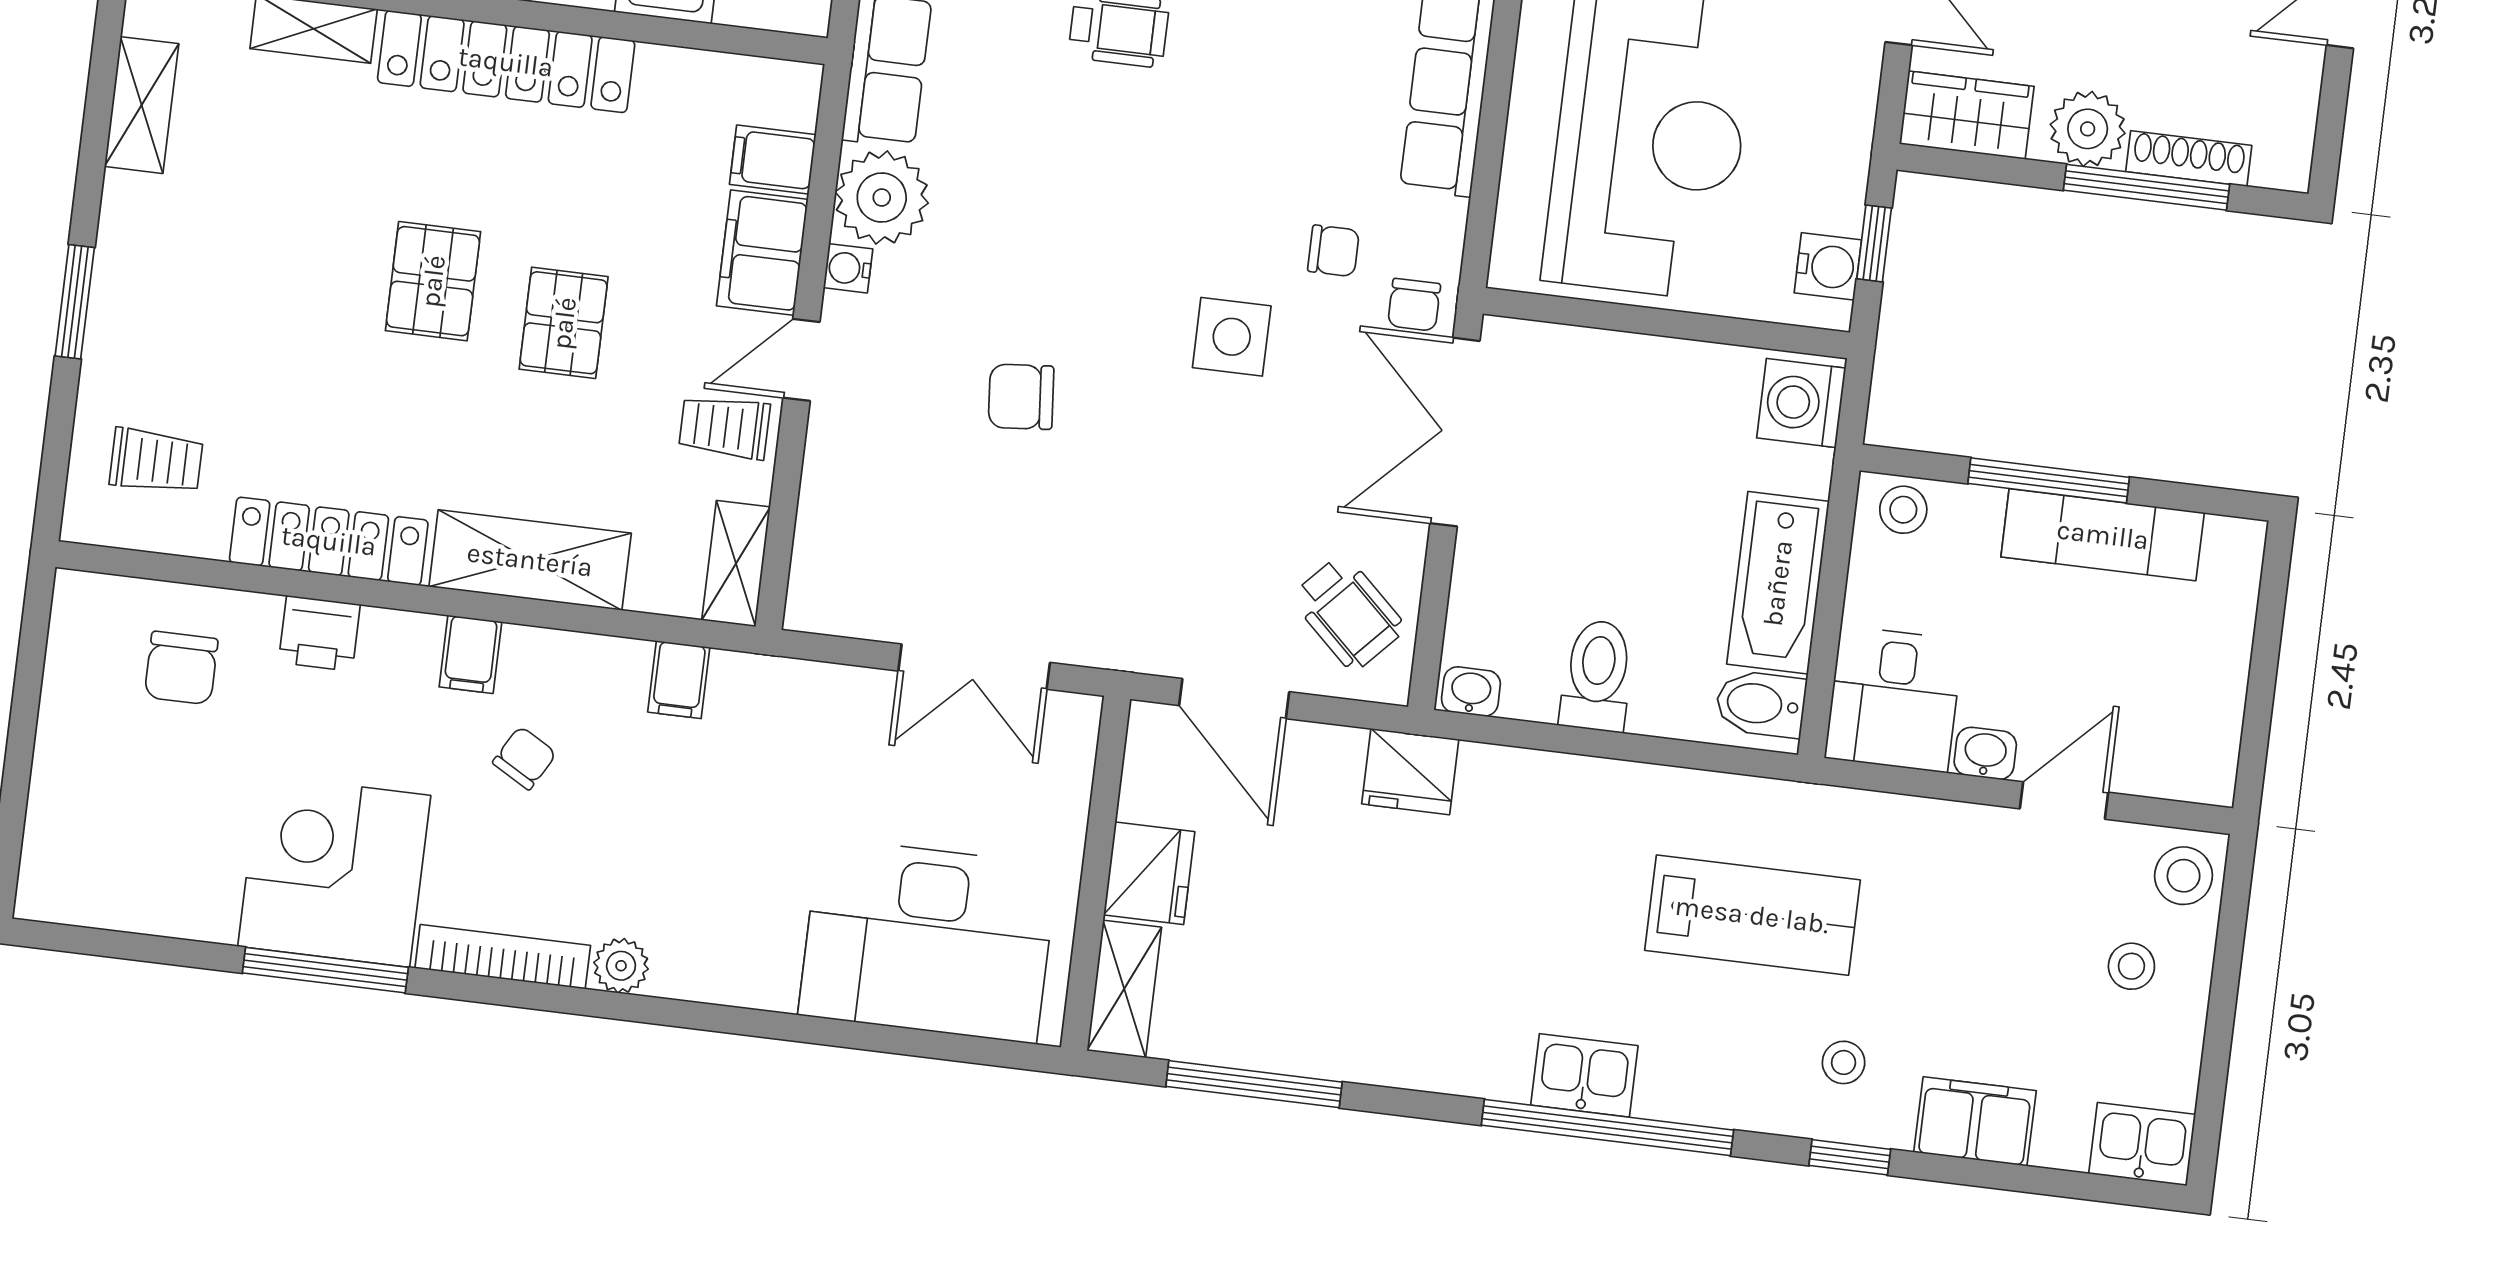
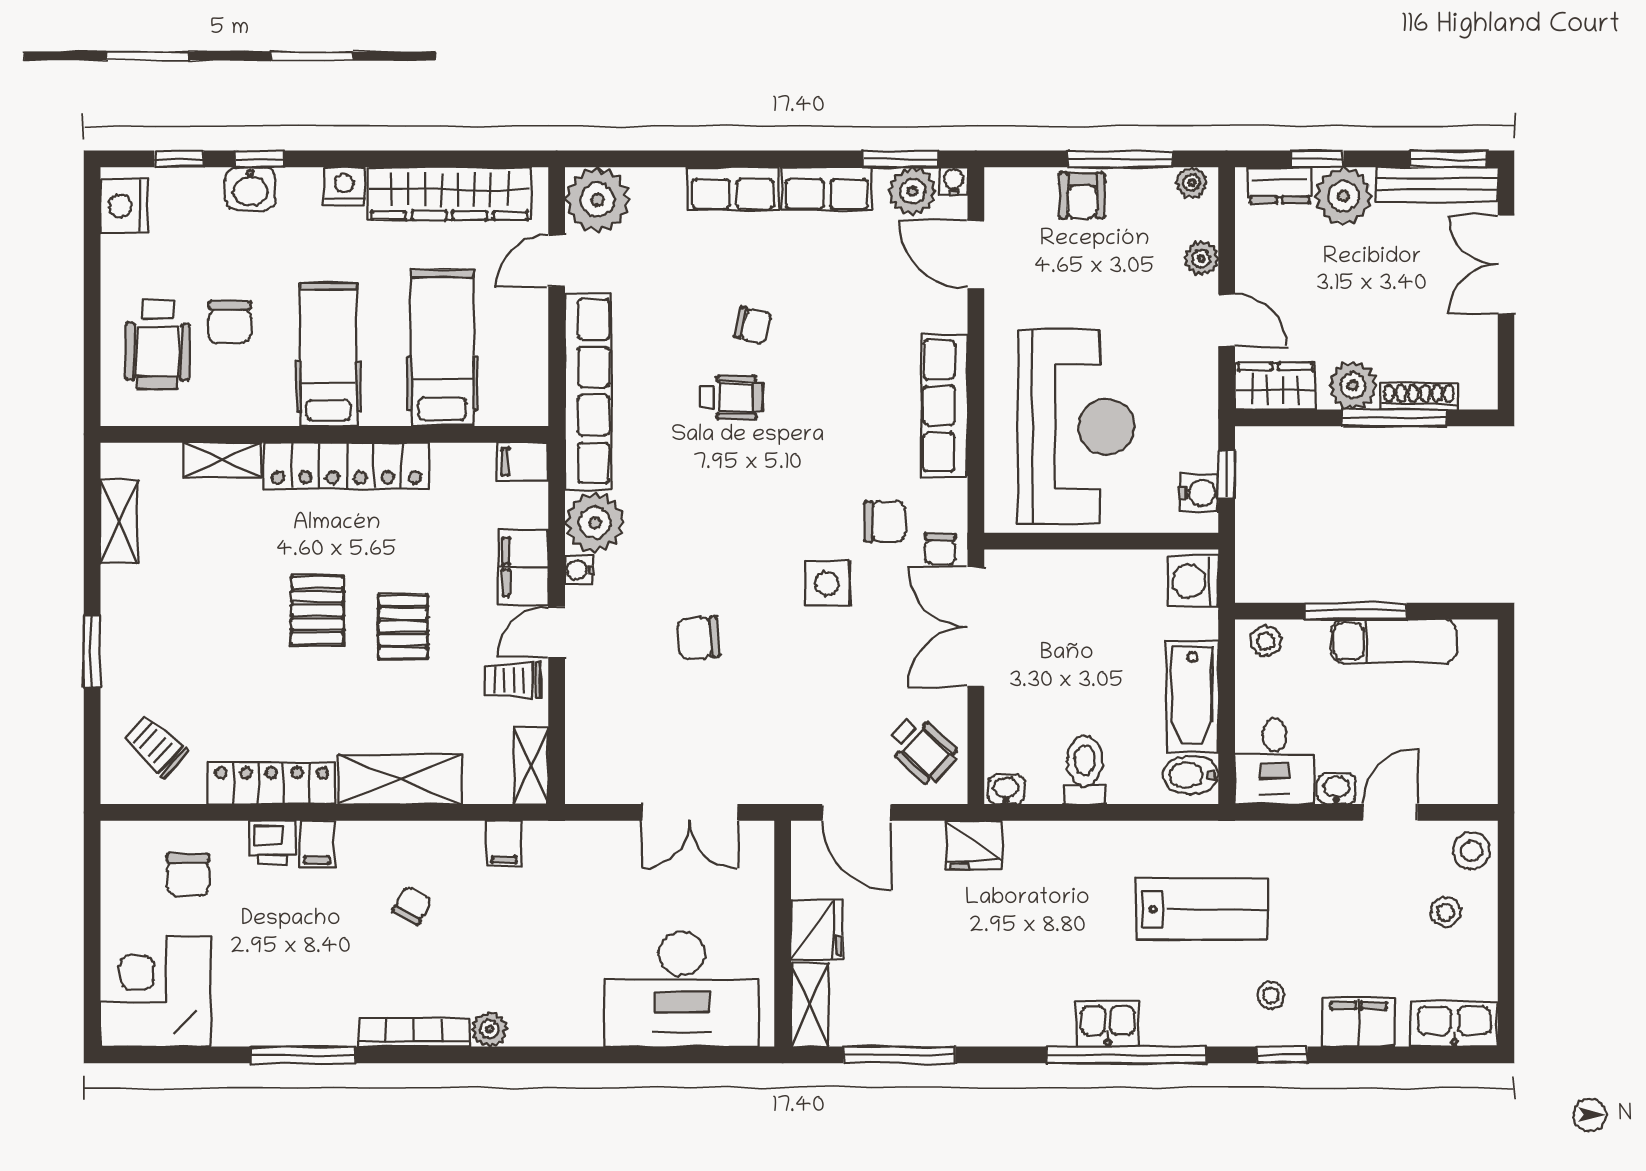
filing cabinet: (773, 160) -> (523, 462), moved
chair: (1333, 251) -> (885, 521), width x1.37, depth x1.37
trolley: (156, 461) -> (156, 746), turned -137
filing cabinet: (470, 654) -> (317, 844), moved
corner desk: (334, 871) -> (156, 991), moved
kitchen sink: (2142, 1144) -> (1454, 1024), width x1.38

